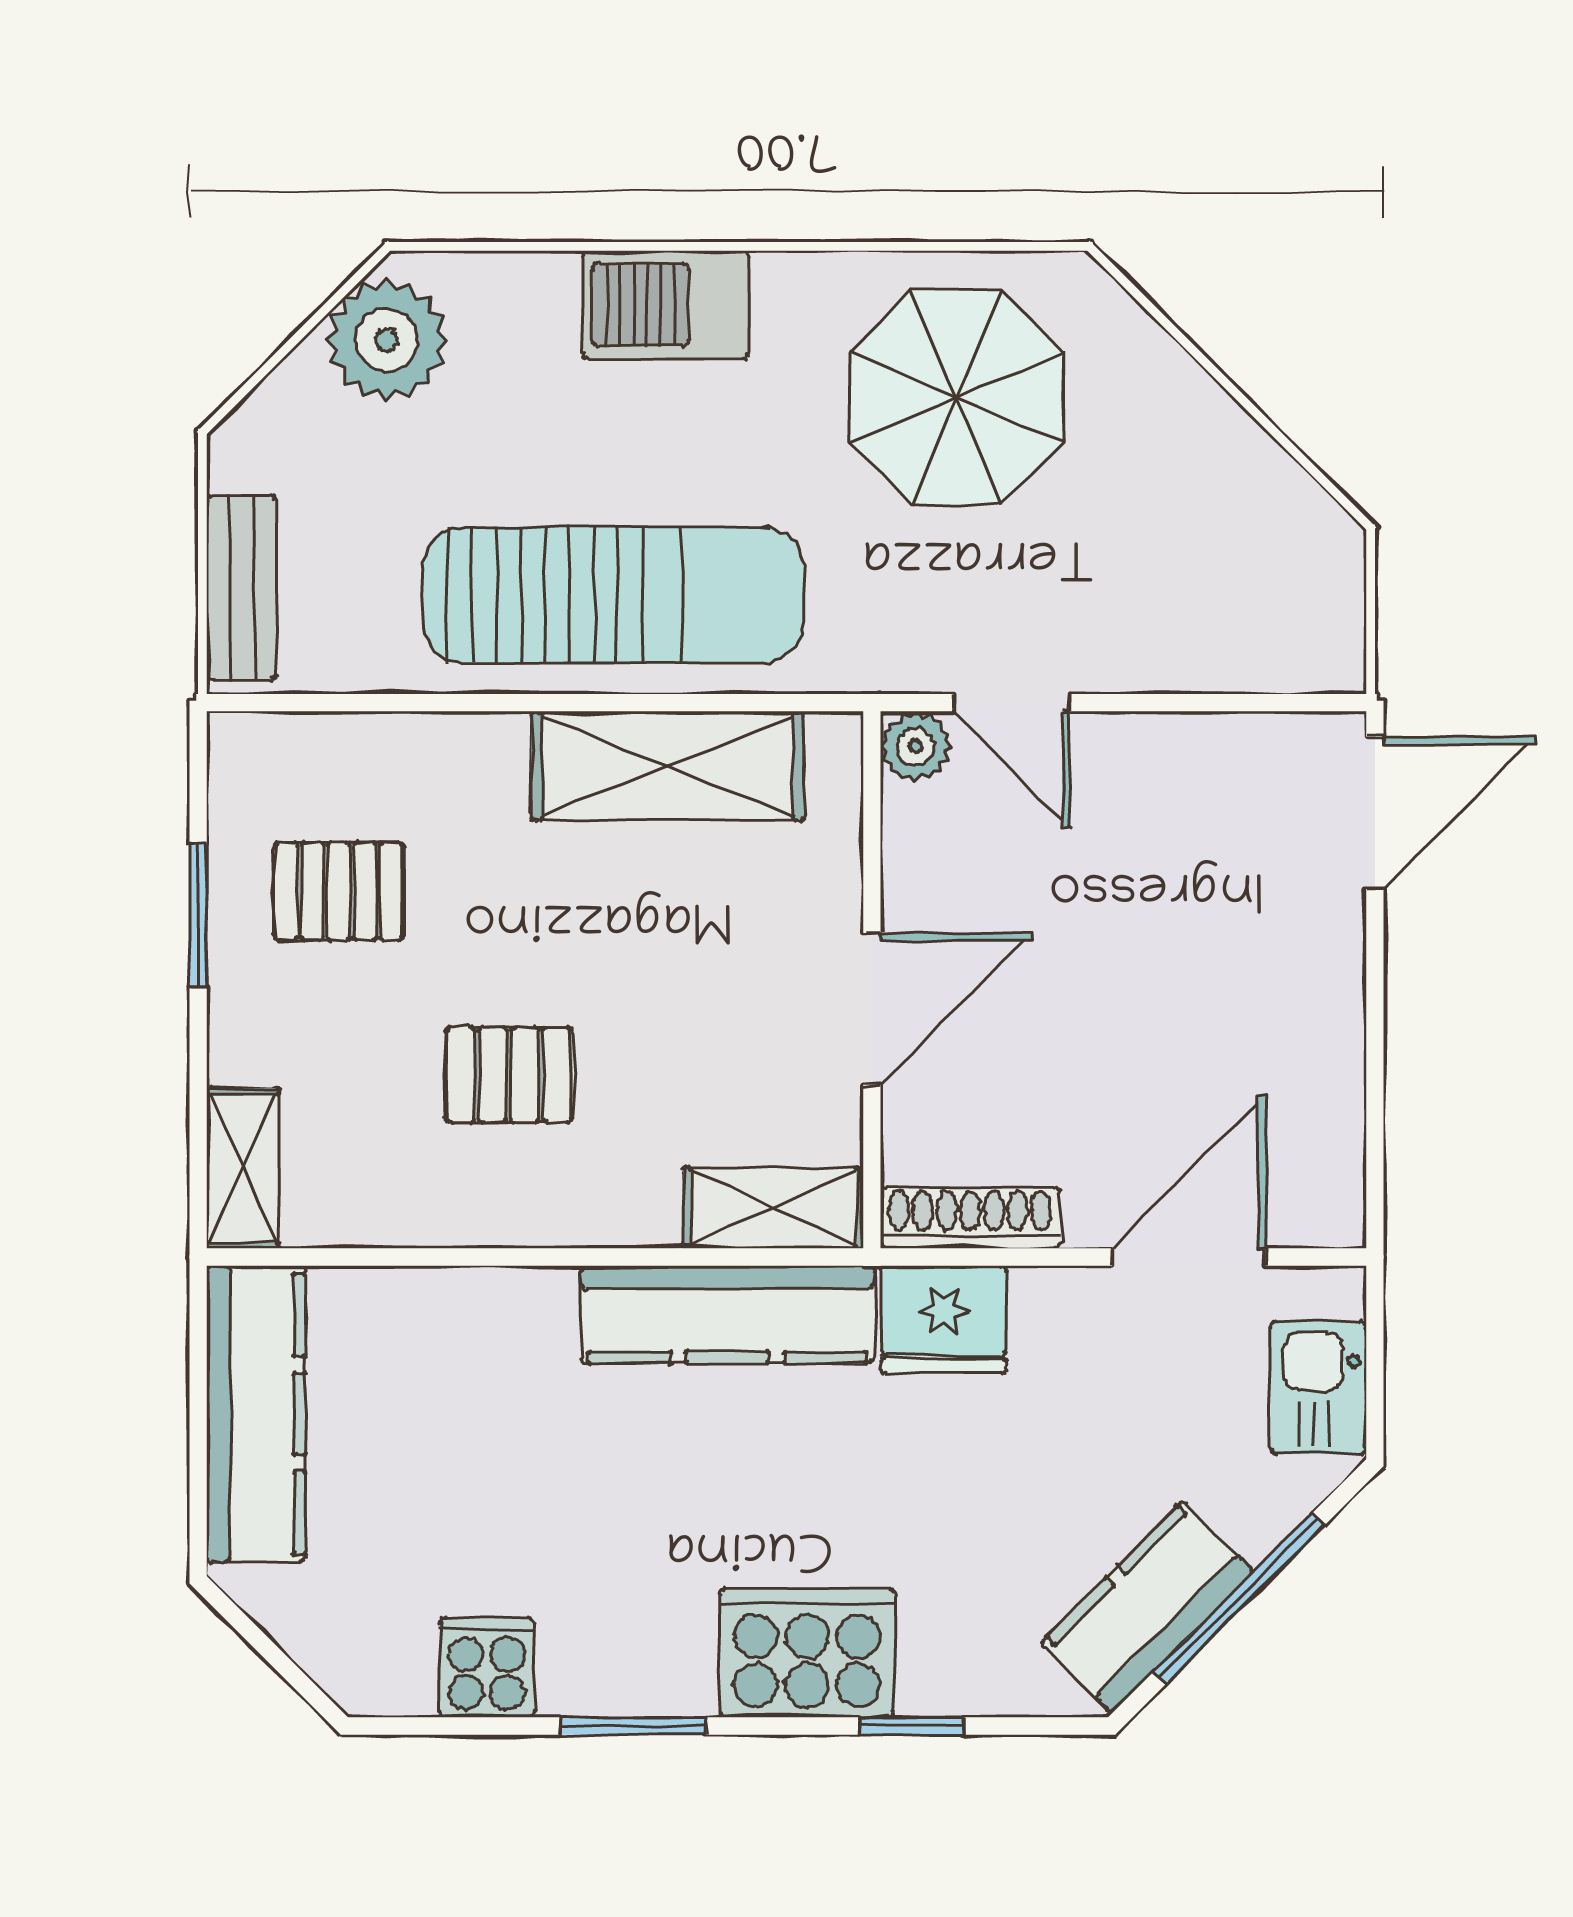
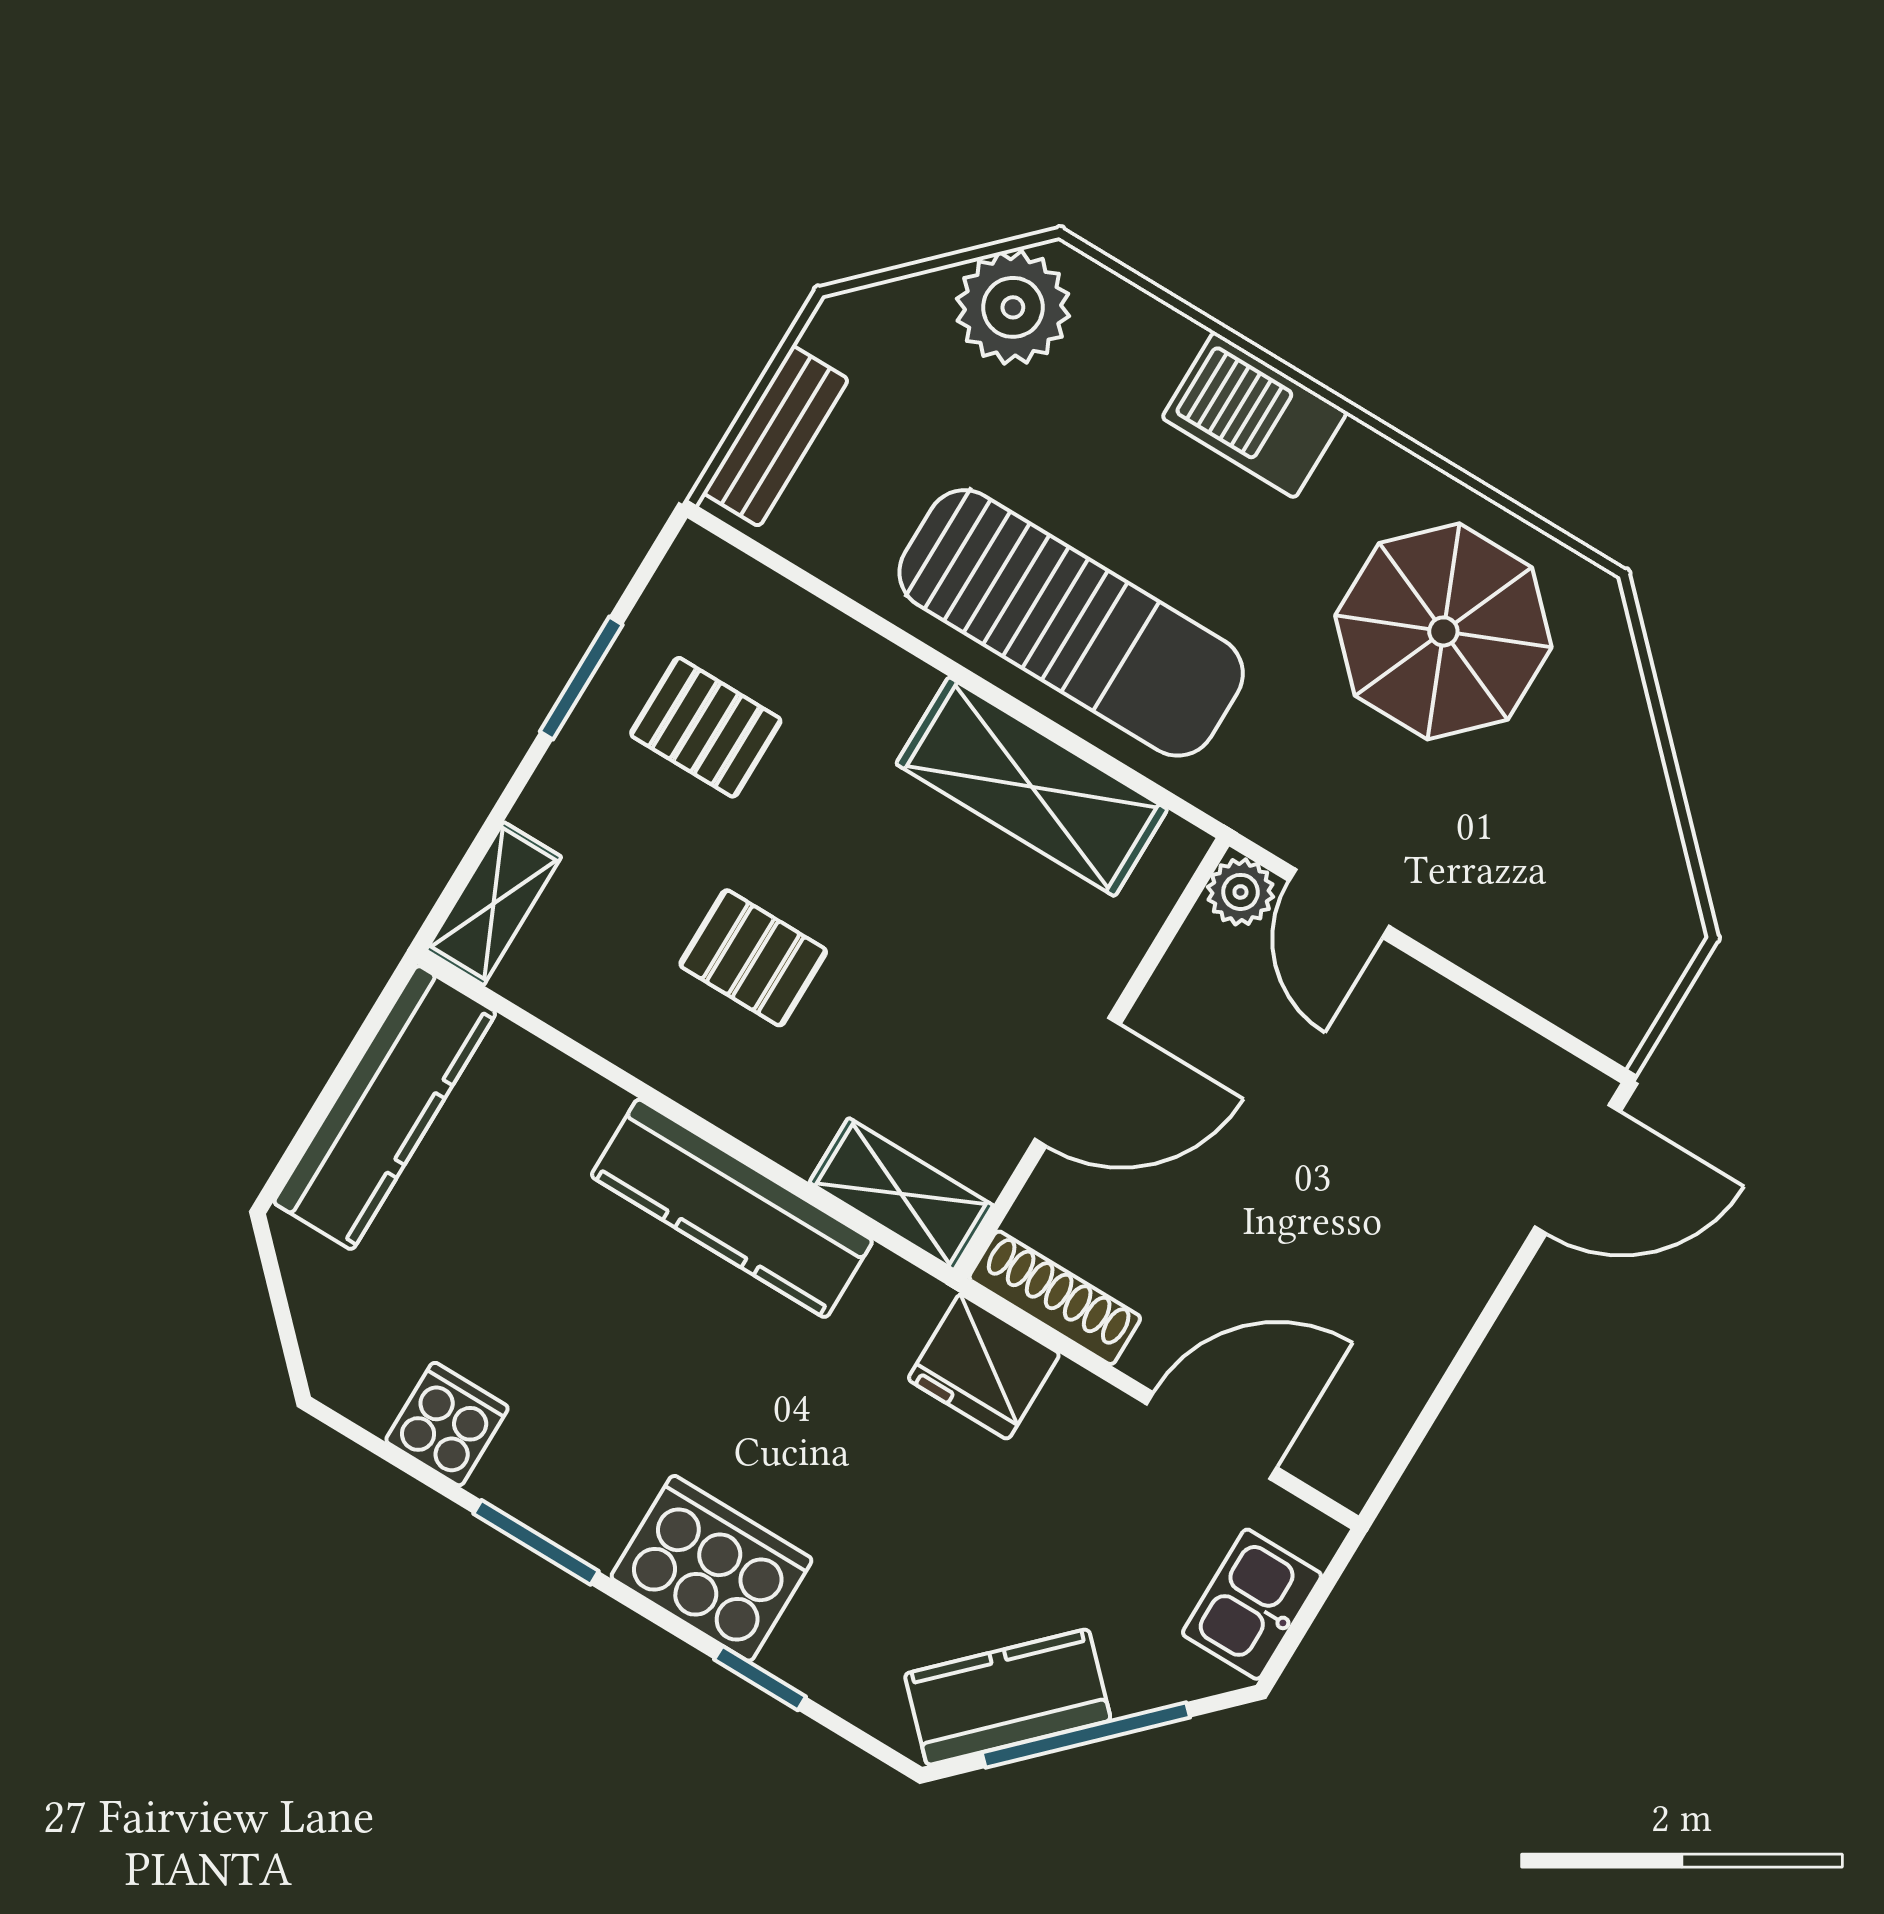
kitchen counter: (727, 1314) -> (732, 1208), moved

